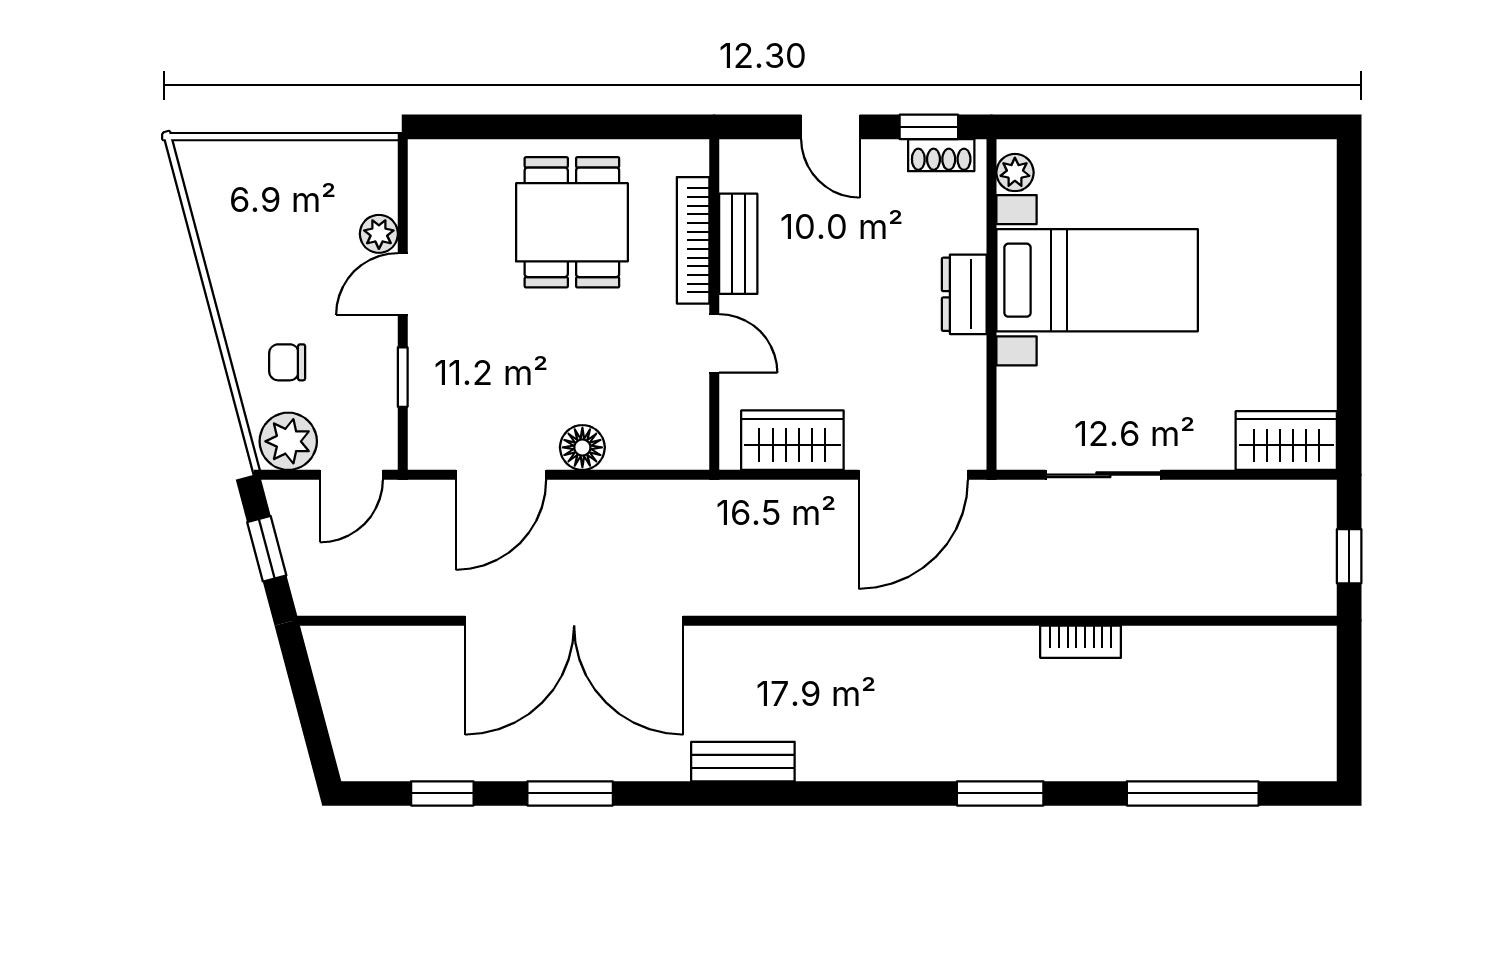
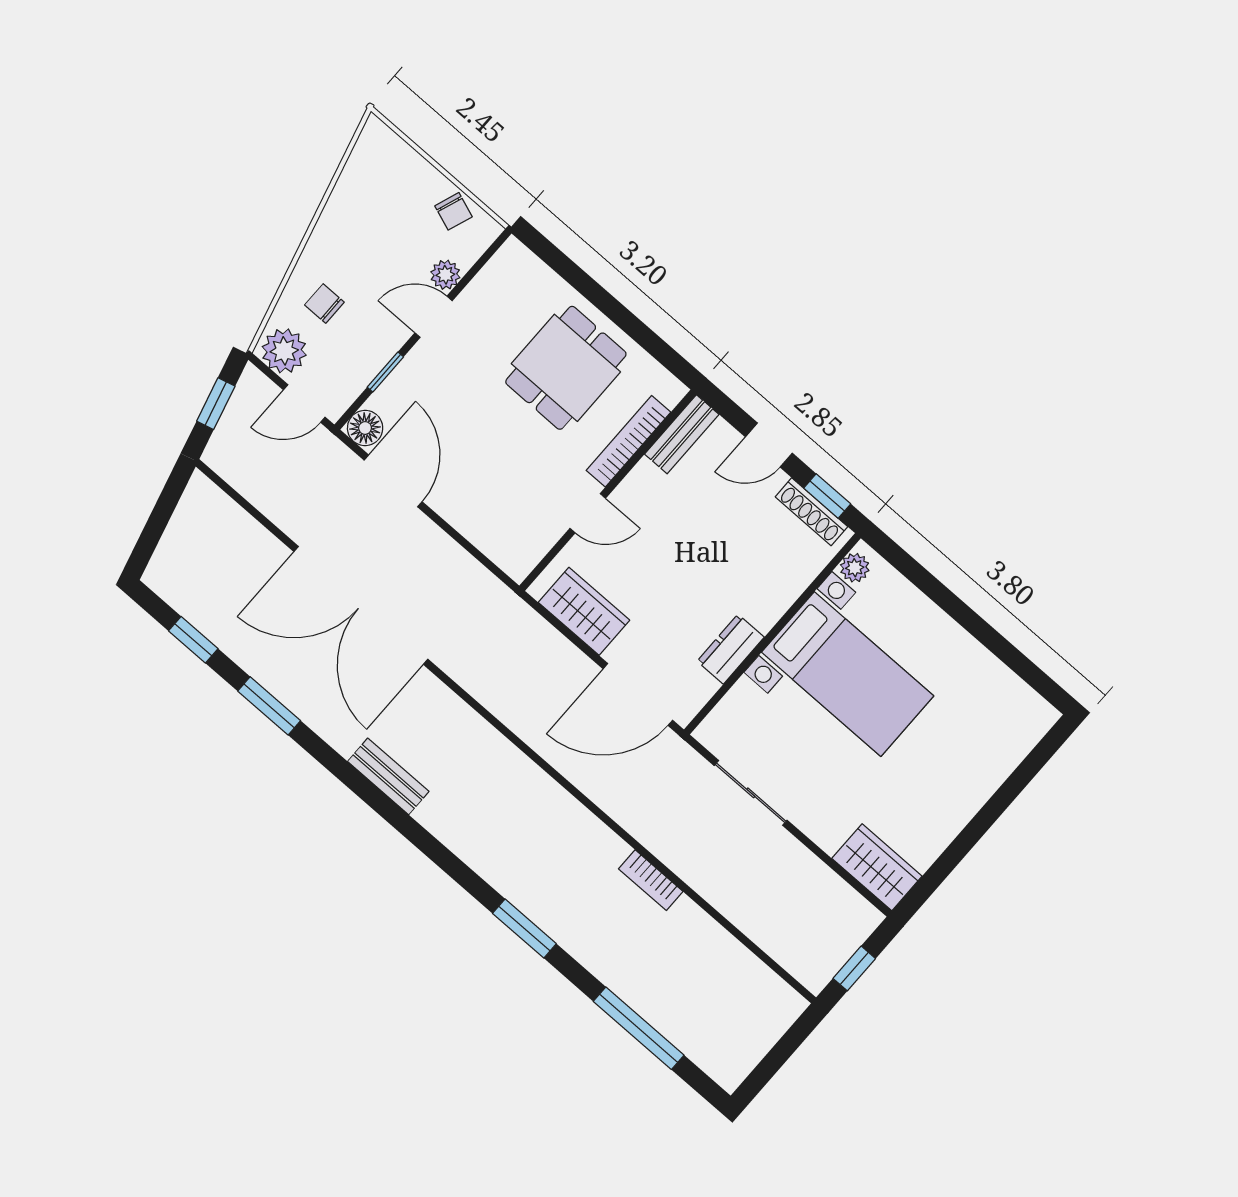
door: (830, 127) -> (769, 445), hinge flipped
shoe rack: (941, 155) -> (811, 512), width x1.43
chair: (334, 166) -> (454, 211), added
bench: (738, 244) -> (682, 434), moved
dresser: (964, 294) -> (731, 649), moved
door: (714, 343) -> (588, 513), hinge flipped
floor lamp: (582, 447) -> (365, 428), moved
door: (501, 475) -> (393, 481), swing flipped

